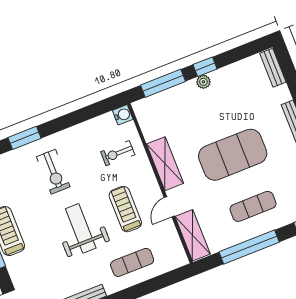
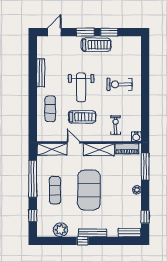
window: (205, 67) -> (145, 217), moved
piano: (147, 121) -> (127, 149), added
window: (25, 138) -> (145, 76), removed
weight bench: (81, 228) -> (81, 87), turned 90

